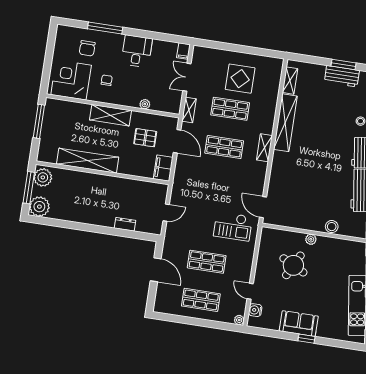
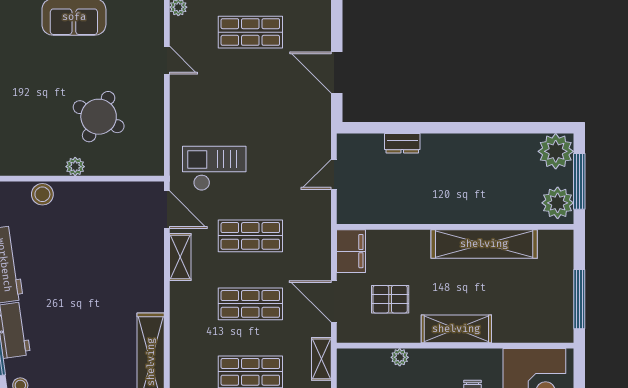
shelving: (264, 148) -> (180, 257), moved
shop shelf: (207, 262) -> (250, 236), moved
water cooler: (255, 310) -> (153, 29), removed

